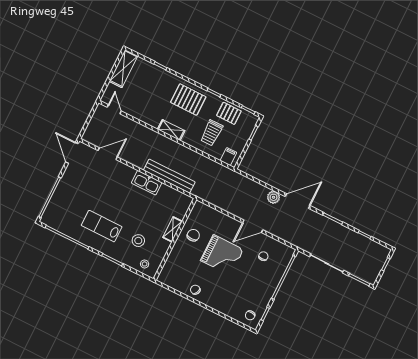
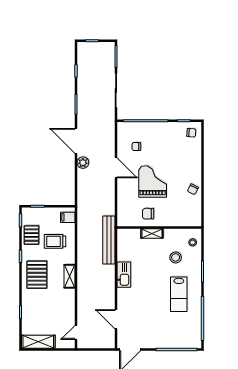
trolley: (211, 133) -> (55, 241), turned 180
bench: (169, 176) -> (109, 240), moved

